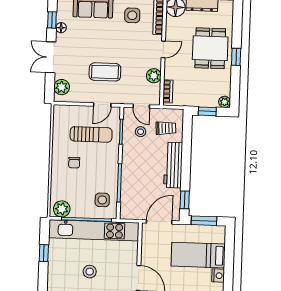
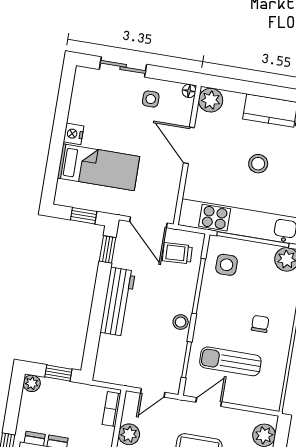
door: (141, 106) -> (153, 393), swing flipped
trolley: (166, 128) -> (177, 253), moved
stool: (141, 132) -> (181, 322), moved
window: (204, 221) -> (84, 216), width x0.67
door: (159, 222) -> (148, 222), hinge flipped

